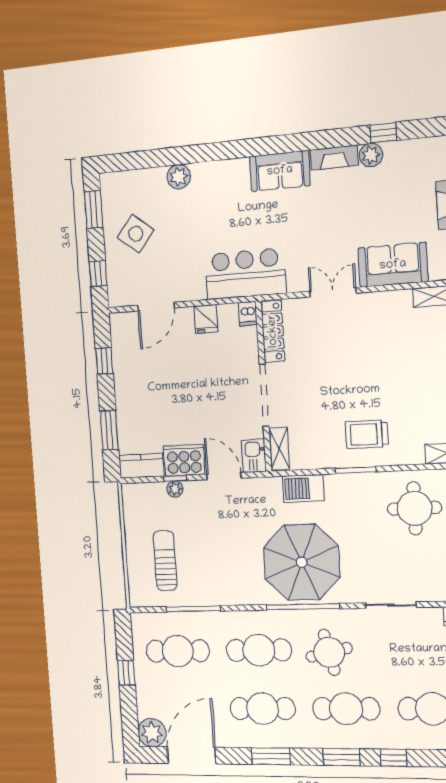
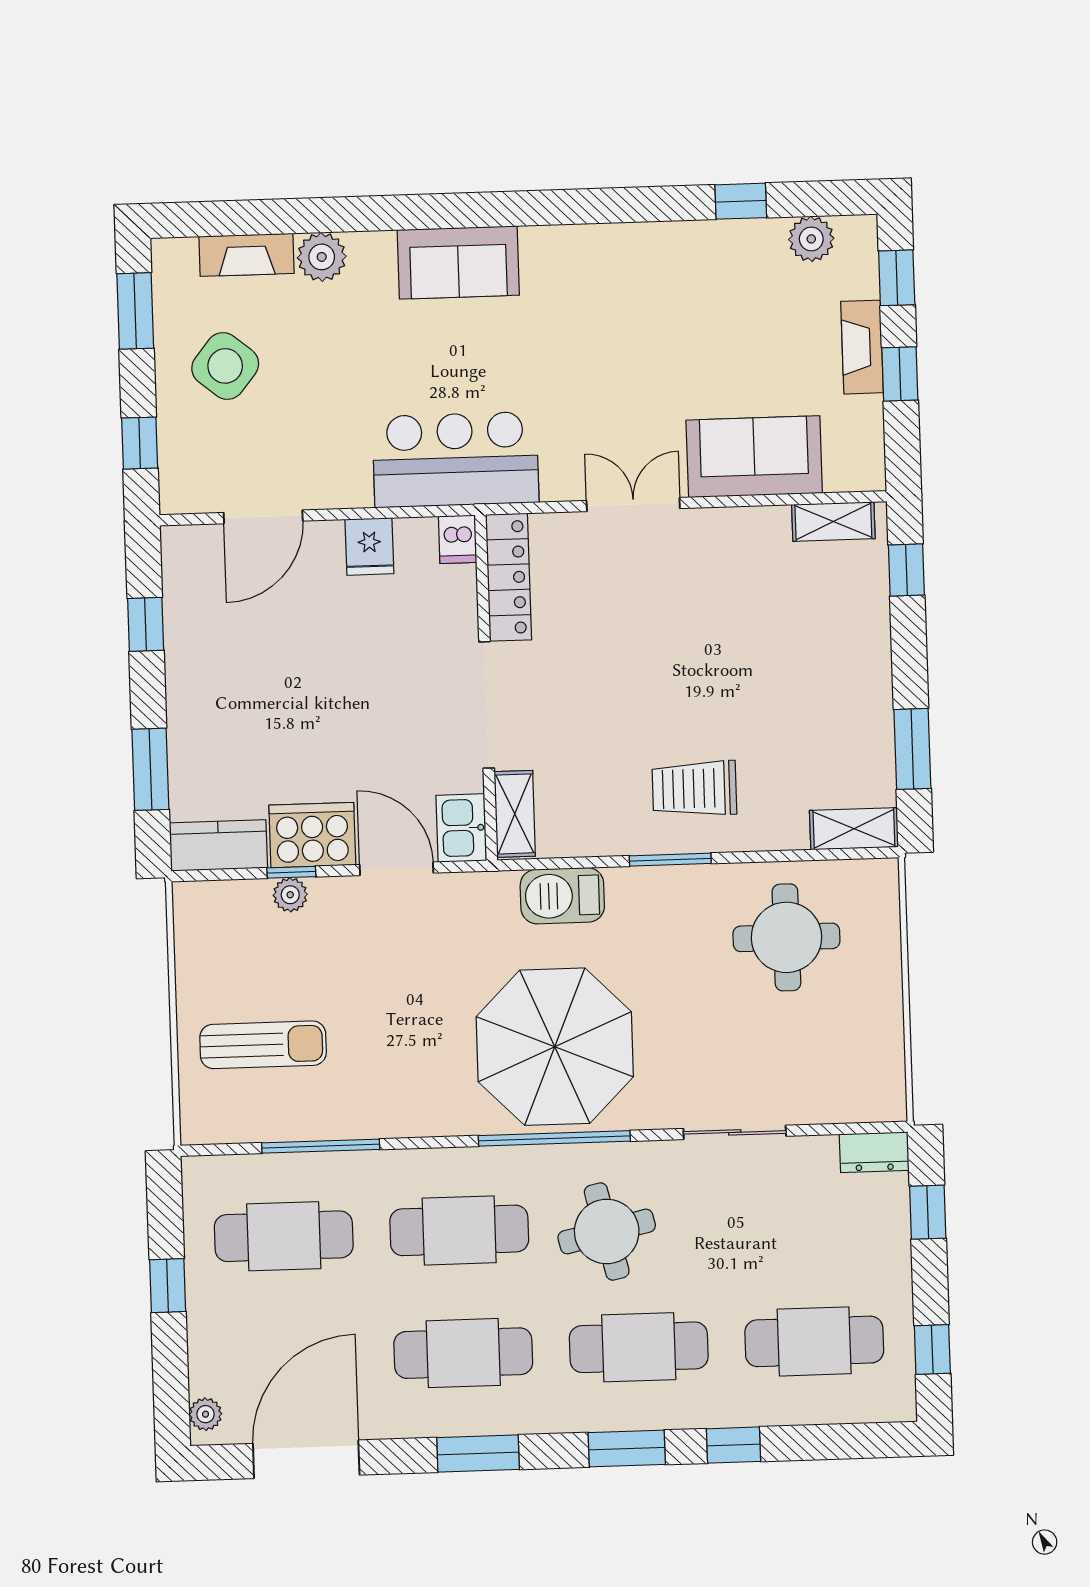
plant: (371, 155) -> (811, 239), moved
fireplace: (334, 158) -> (247, 255), moved
sofa: (280, 171) -> (458, 262), moved
sun lounger: (165, 561) -> (263, 1045), turned 90
plant: (152, 733) -> (205, 1414), width x0.53, depth x0.53

